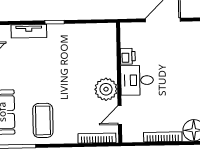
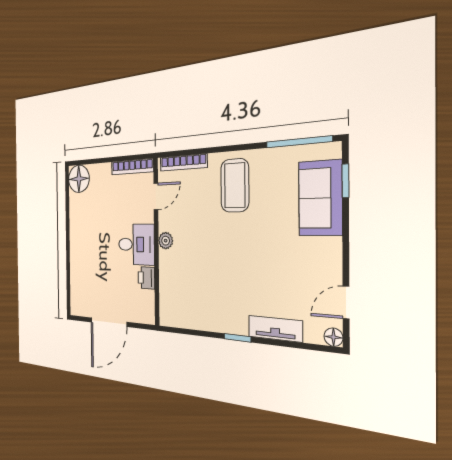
plant: (106, 89) -> (166, 241), width x0.53, depth x0.53
coffee table: (43, 120) -> (235, 185), moved
bookcase: (163, 137) -> (132, 167), moved

